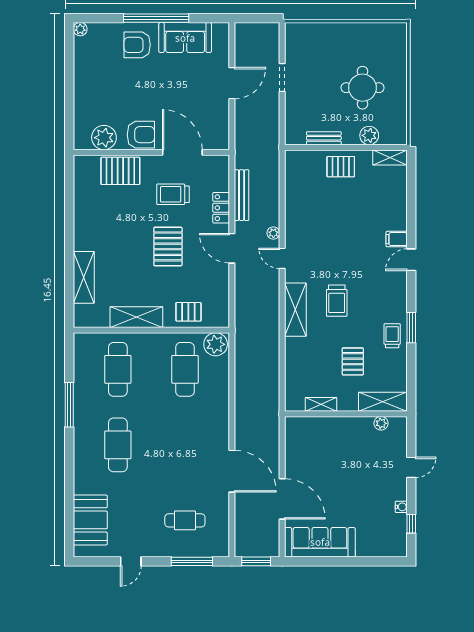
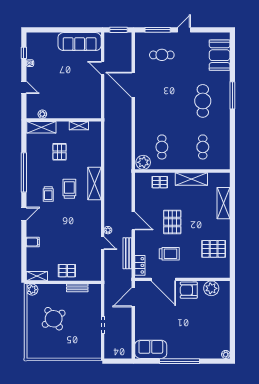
sofa: (185, 38) -> (151, 349), moved
armchair: (137, 45) -> (191, 345), removed
door: (232, 83) -> (133, 297), moved
round table: (362, 88) -> (54, 319), turned -34
plant: (369, 135) -> (32, 290), moved
pallet: (120, 171) -> (214, 249), moved
locker: (221, 208) -> (140, 265), moved
filing cabinet: (397, 239) -> (33, 242), moved
door: (282, 258) -> (103, 243), moved
window: (411, 328) -> (24, 172), width x2.11
trolley: (392, 336) -> (48, 194), moved
cafe table: (118, 369) -> (203, 147), width x0.73, depth x0.74
cafe table: (185, 369) -> (162, 147), width x0.73, depth x0.74
window: (69, 405) -> (232, 95), moved
door: (411, 467) -> (24, 87), swing flipped
door: (282, 499) -> (103, 68), width x0.53
door: (131, 561) -> (184, 30), moved

